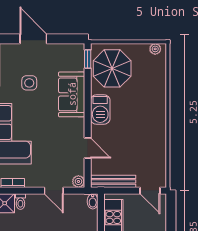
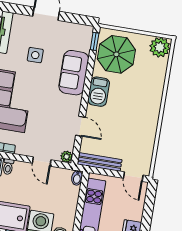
plant: (155, 49) -> (160, 47), width x1.87, depth x1.87

